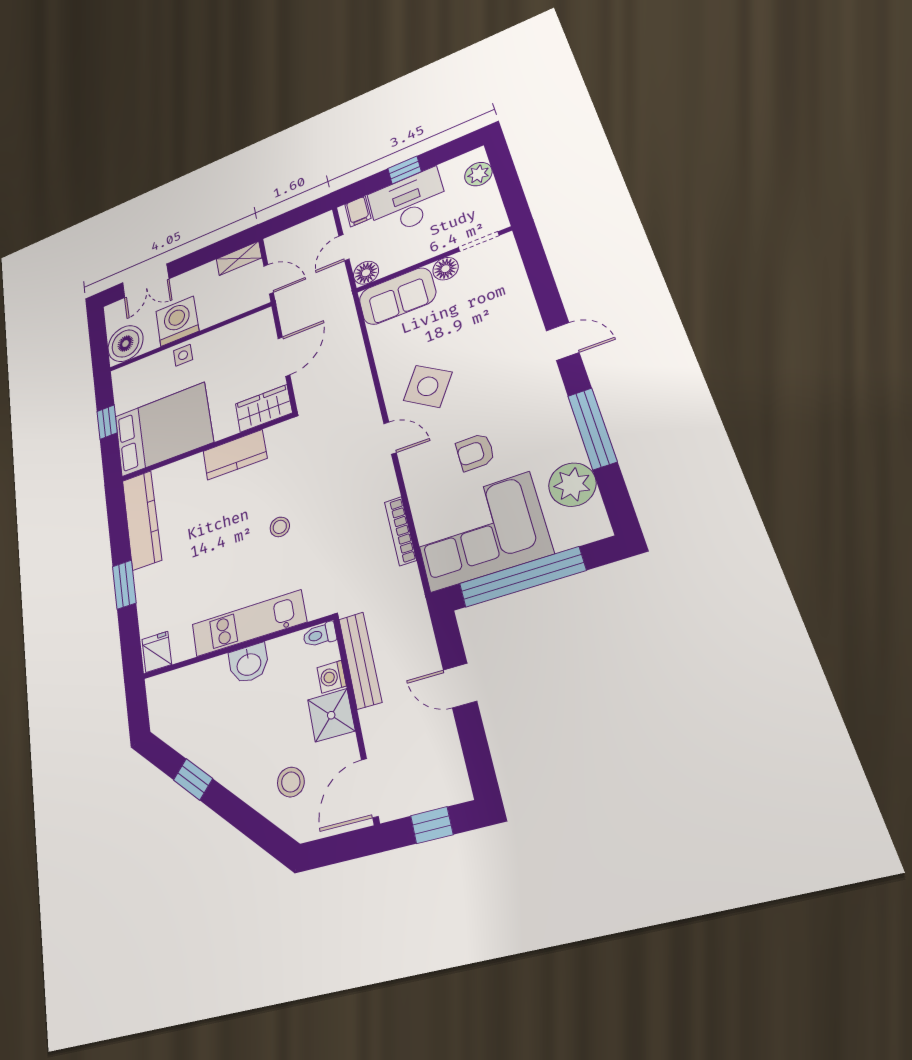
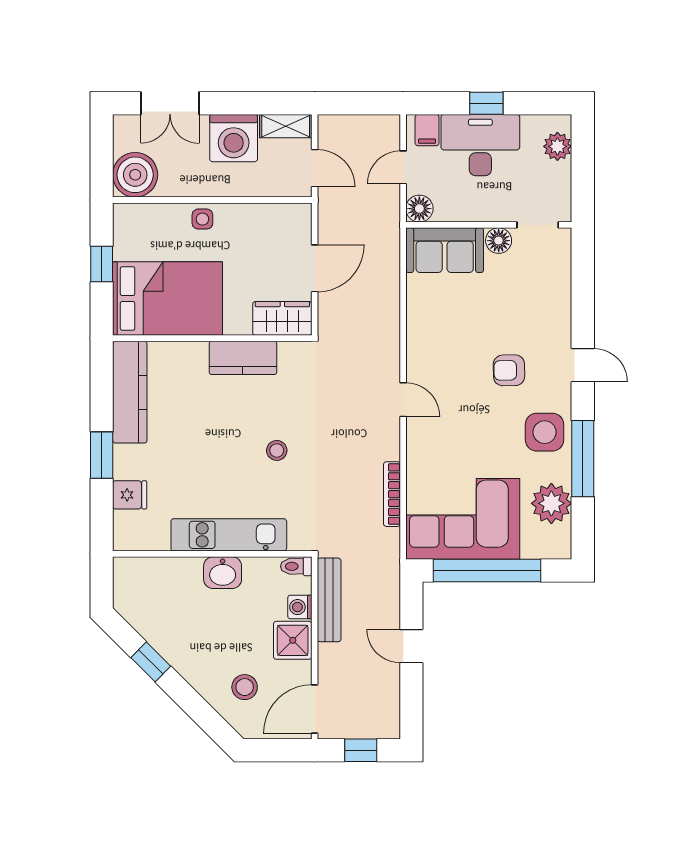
washing machine: (177, 321) -> (234, 138), moved, turned 180
side table: (428, 386) -> (545, 432), moved, turned -33
armchair: (475, 452) -> (509, 370), moved
fridge: (157, 652) -> (130, 495), moved, turned 90

